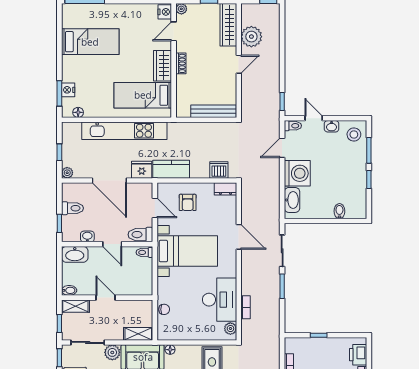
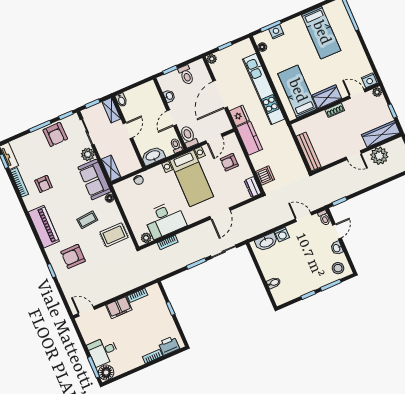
washing machine: (297, 173) -> (282, 235), width x0.53, depth x0.53
washbasin: (75, 254) -> (153, 156), moved, turned 90

